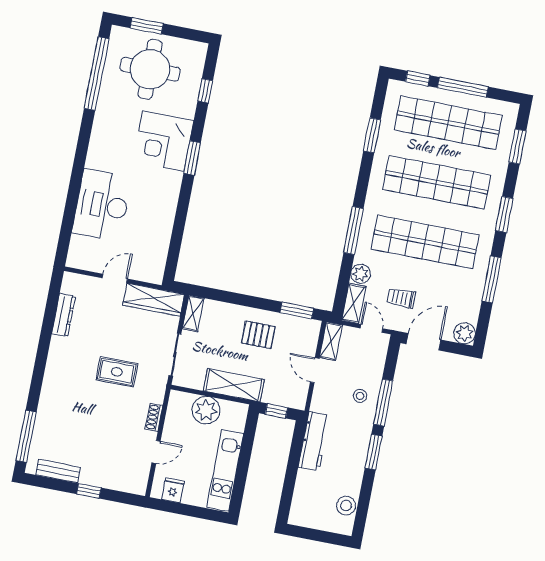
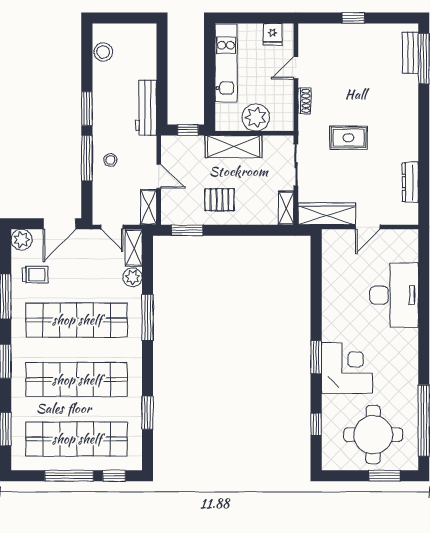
trolley: (401, 298) -> (35, 275), moved
bench: (58, 471) -> (410, 53), moved, turned 90

